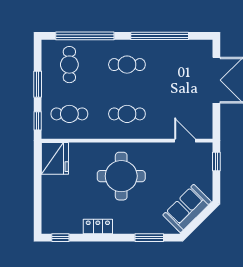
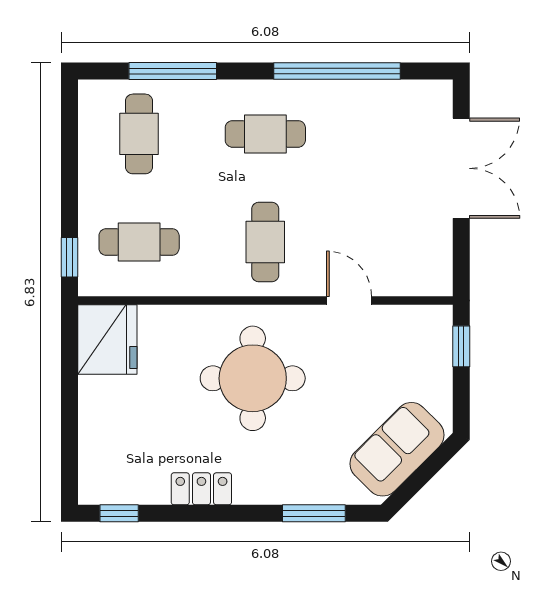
window: (85, 36) -> (173, 71), width x0.68
window: (38, 84) -> (69, 177), removed
cafe table: (127, 114) -> (265, 242), turned 90
door: (185, 141) -> (349, 301), moved

